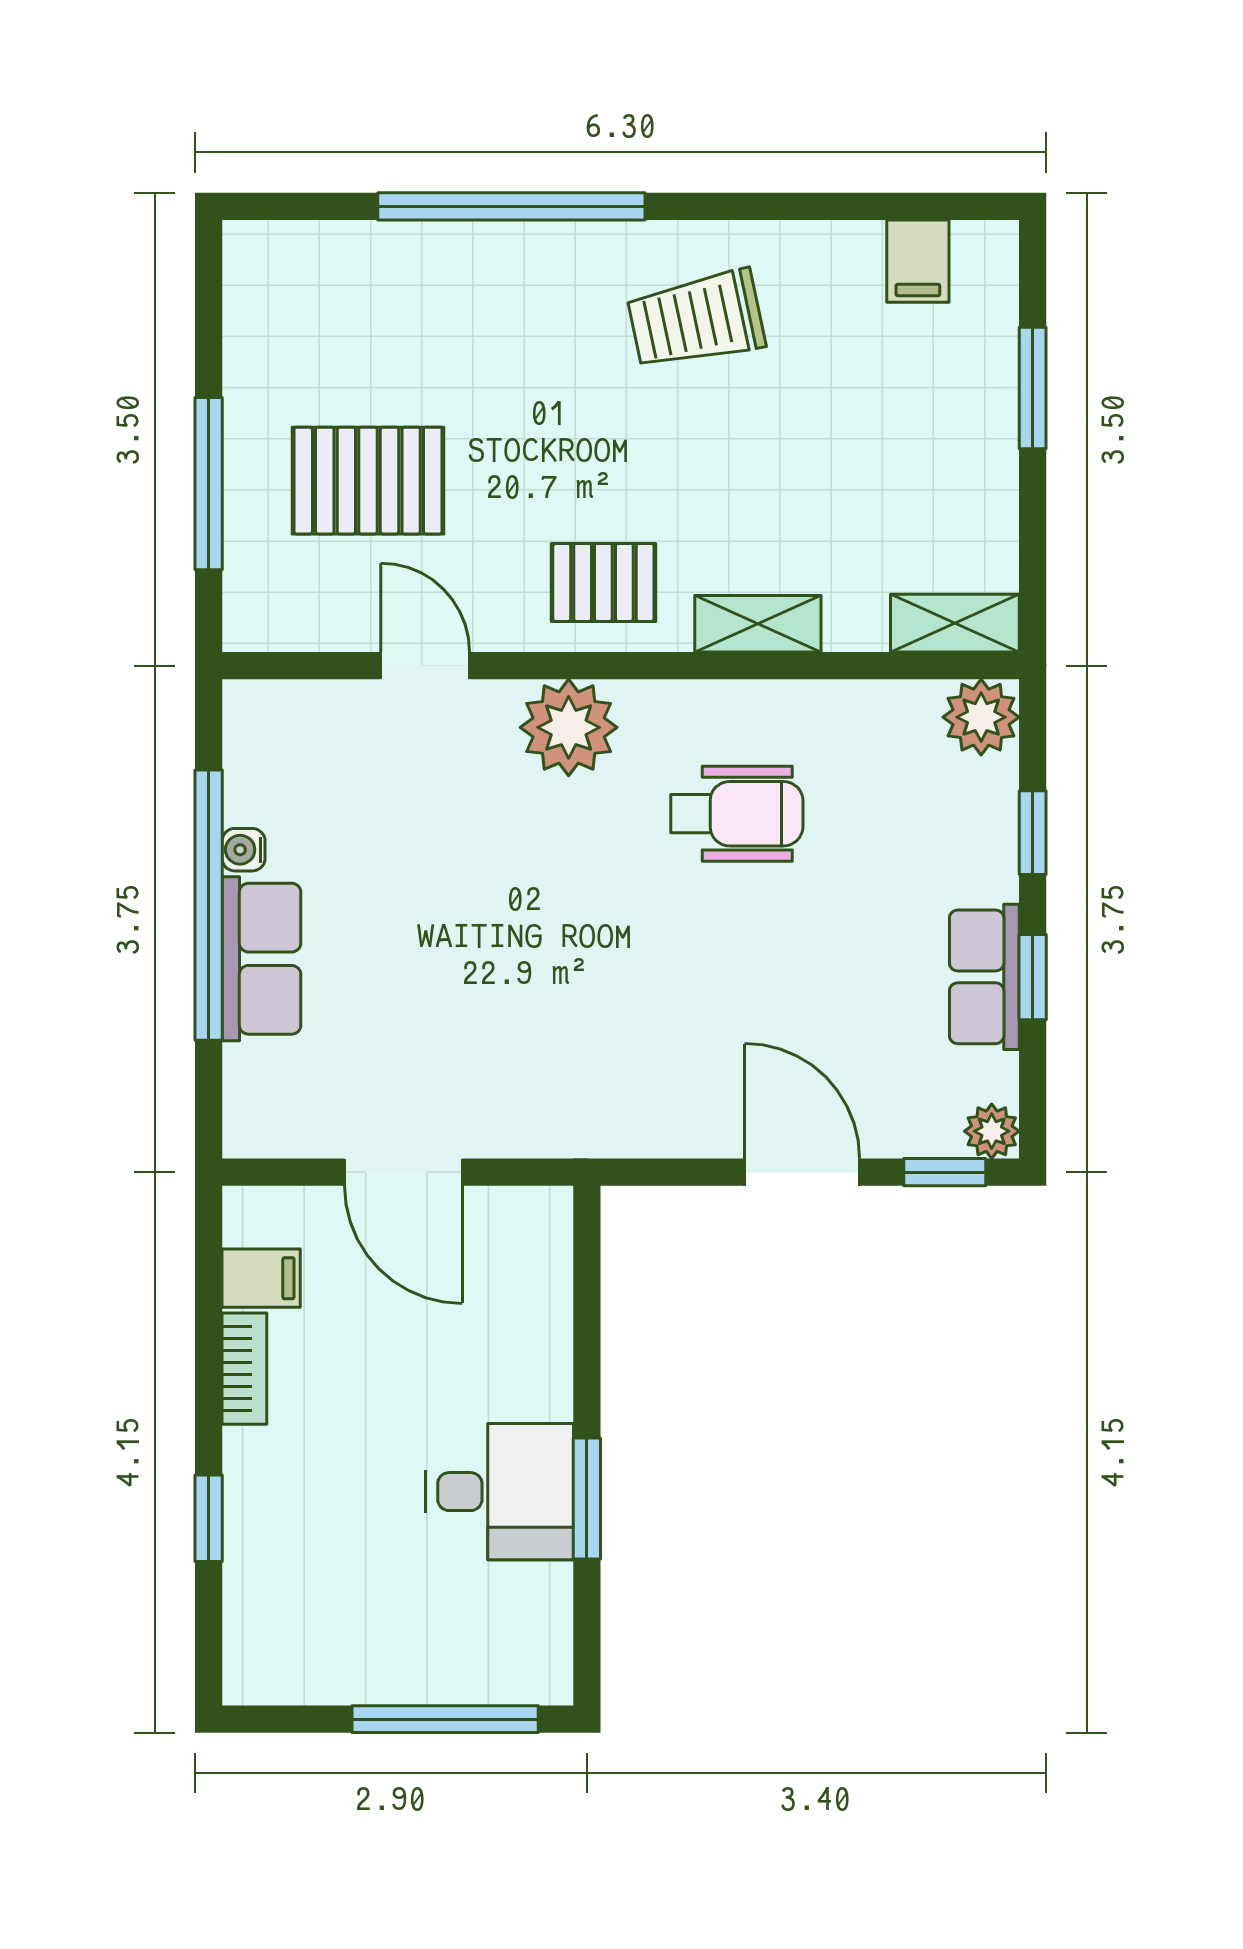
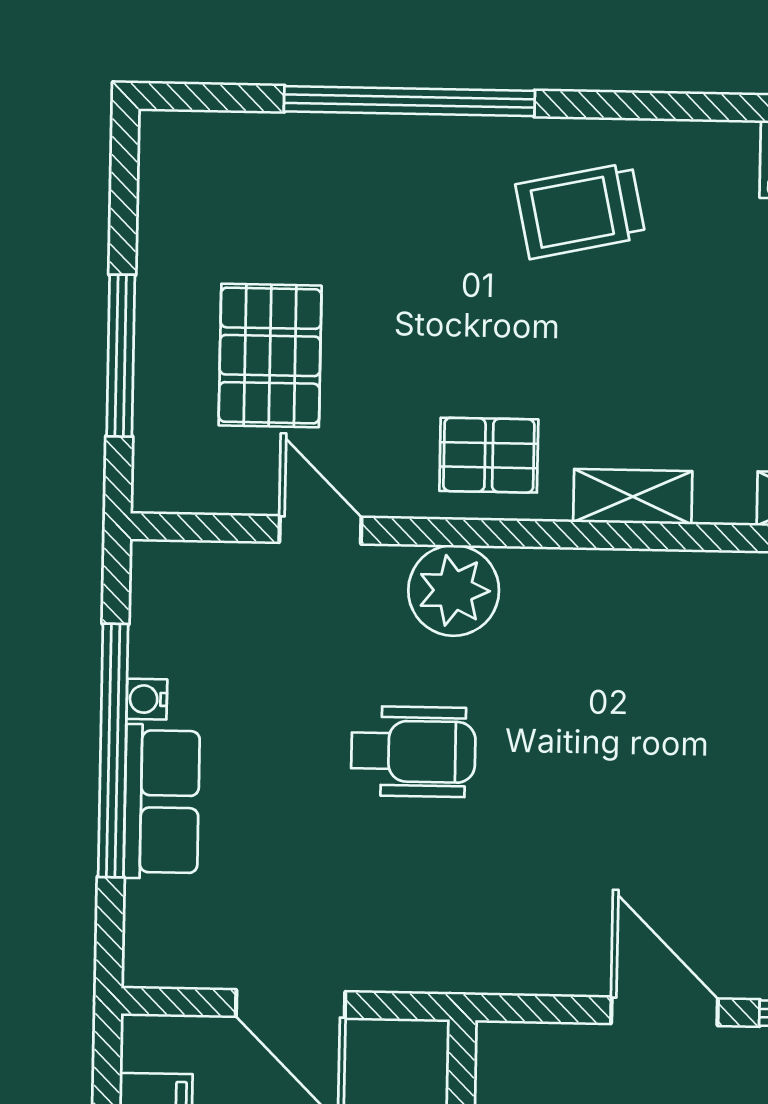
pallet: (368, 481) -> (270, 355), turned 90
wheelchair: (737, 814) -> (413, 752), moved

